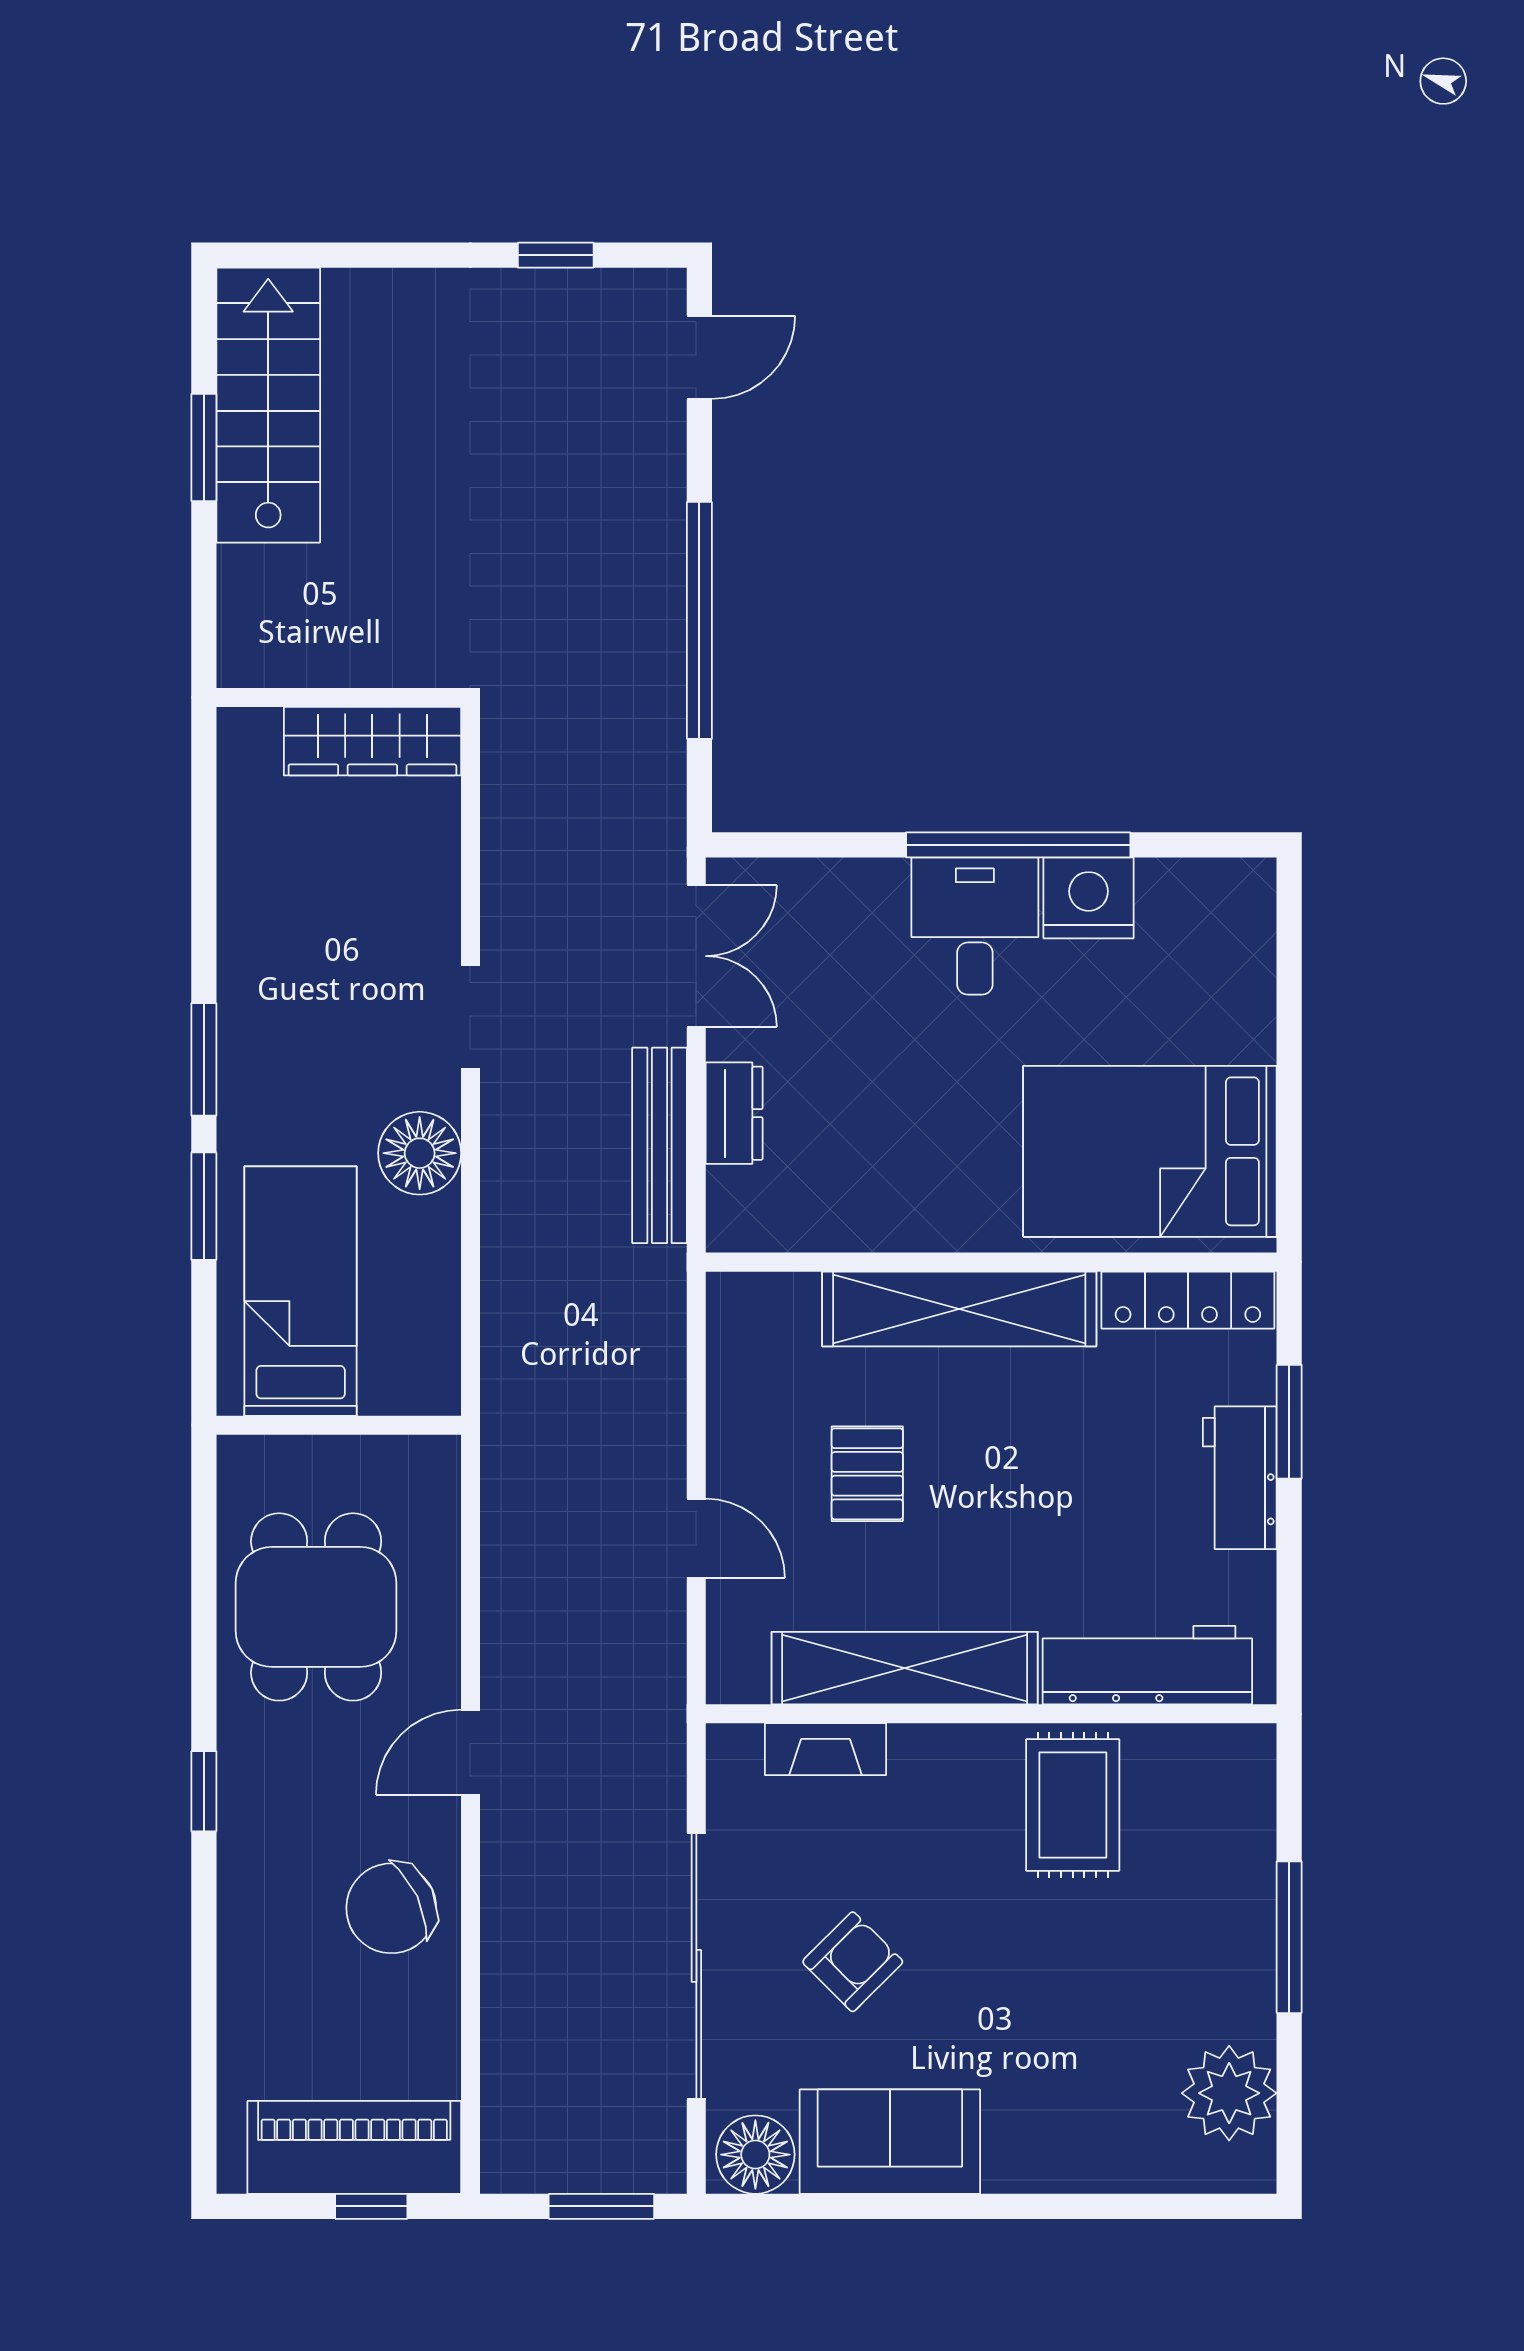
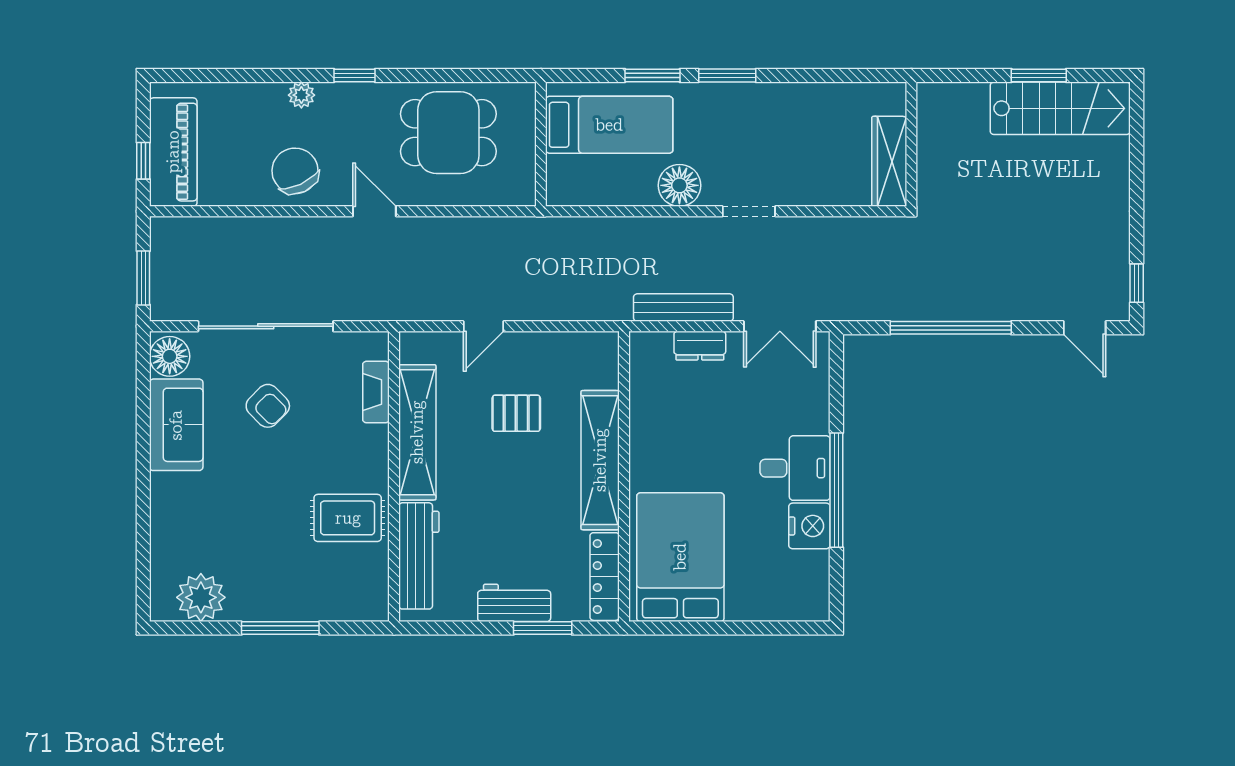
window: (556, 255) -> (1137, 283), moved
plant: (242, 1896) -> (301, 95), added

